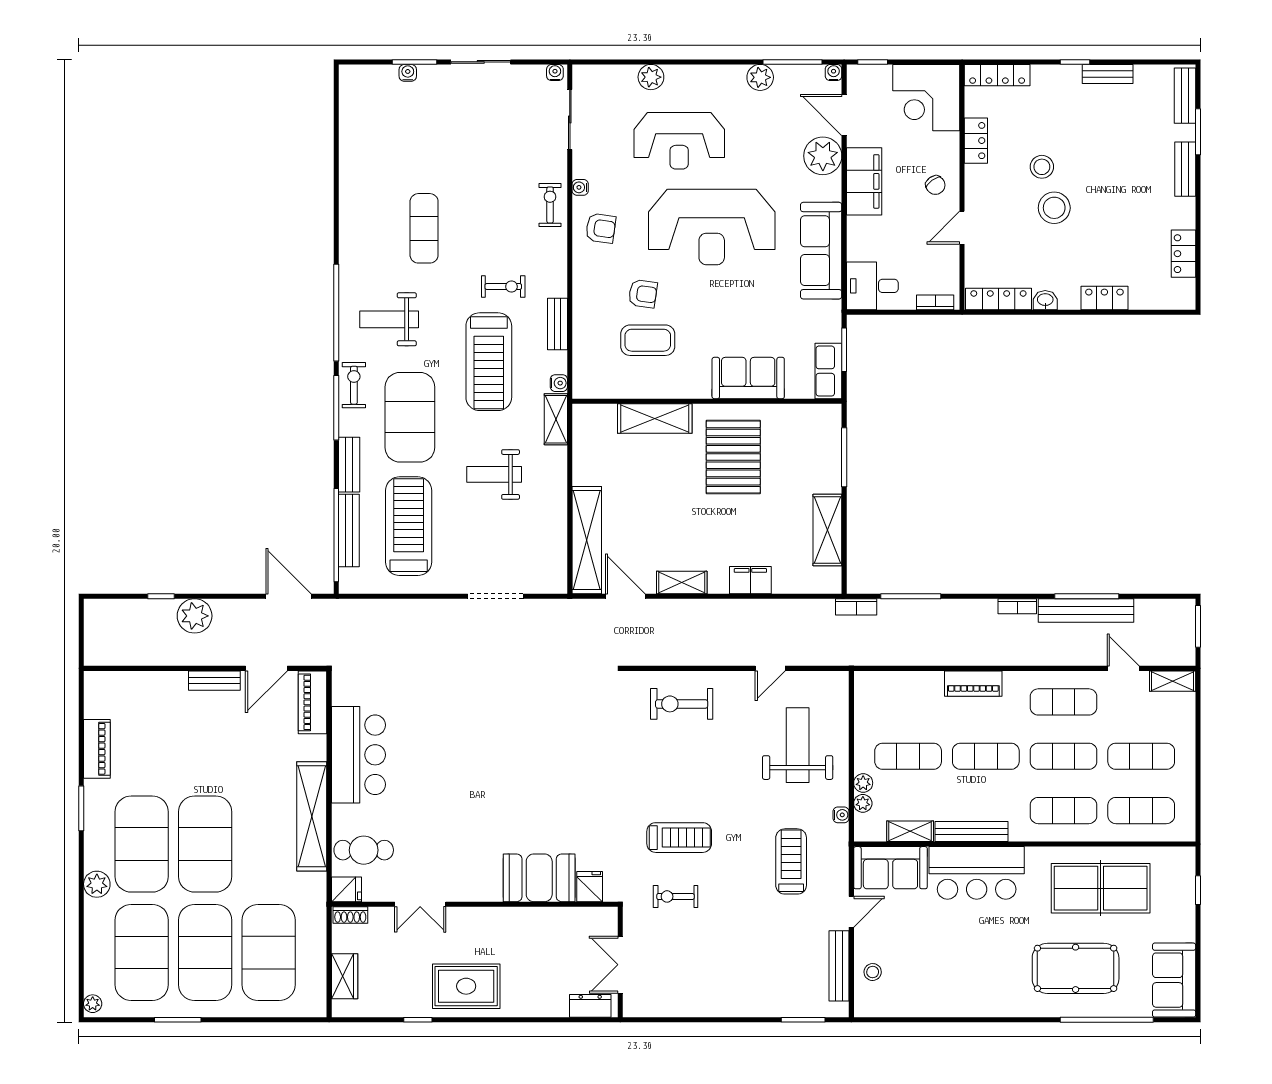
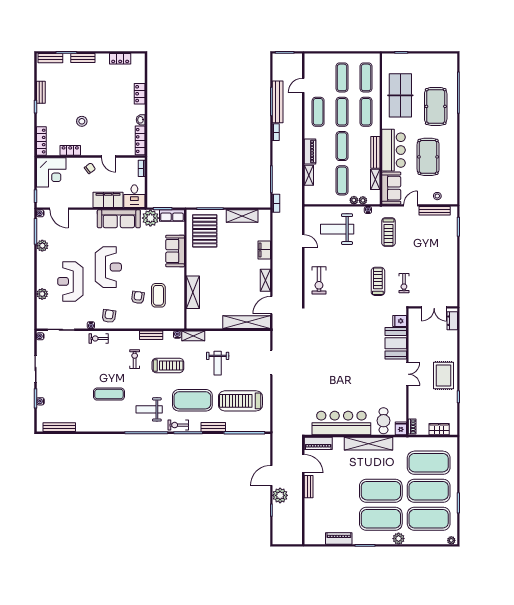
door: (844, 115) -> (59, 209), hinge flipped
reception desk: (679, 141) -> (70, 281), turned 180
plant: (823, 156) -> (150, 218), moved
filing cabinet: (864, 181) -> (108, 200), moved
stool: (1054, 208) -> (100, 116), removed
reception desk: (712, 227) -> (108, 267), width x0.74, depth x0.77
weight bench: (389, 319) -> (149, 409), turned 90
treadmill: (489, 362) -> (168, 365), width x0.73, depth x0.73
pallet: (733, 457) -> (205, 231), moved, turned 90
bench: (349, 531) -> (59, 427), moved
door: (289, 596) -> (271, 475), moved
shelving: (1173, 681) -> (309, 175), moved
bar counter: (358, 755) -> (341, 423), width x1.36
treadmill: (791, 861) -> (388, 232), turned -90
double door: (420, 904) -> (407, 374), moved
door: (851, 912) -> (411, 205), hinge flipped
pool table: (961, 951) -> (428, 157), added
sofa: (1174, 980) -> (441, 63), removed

